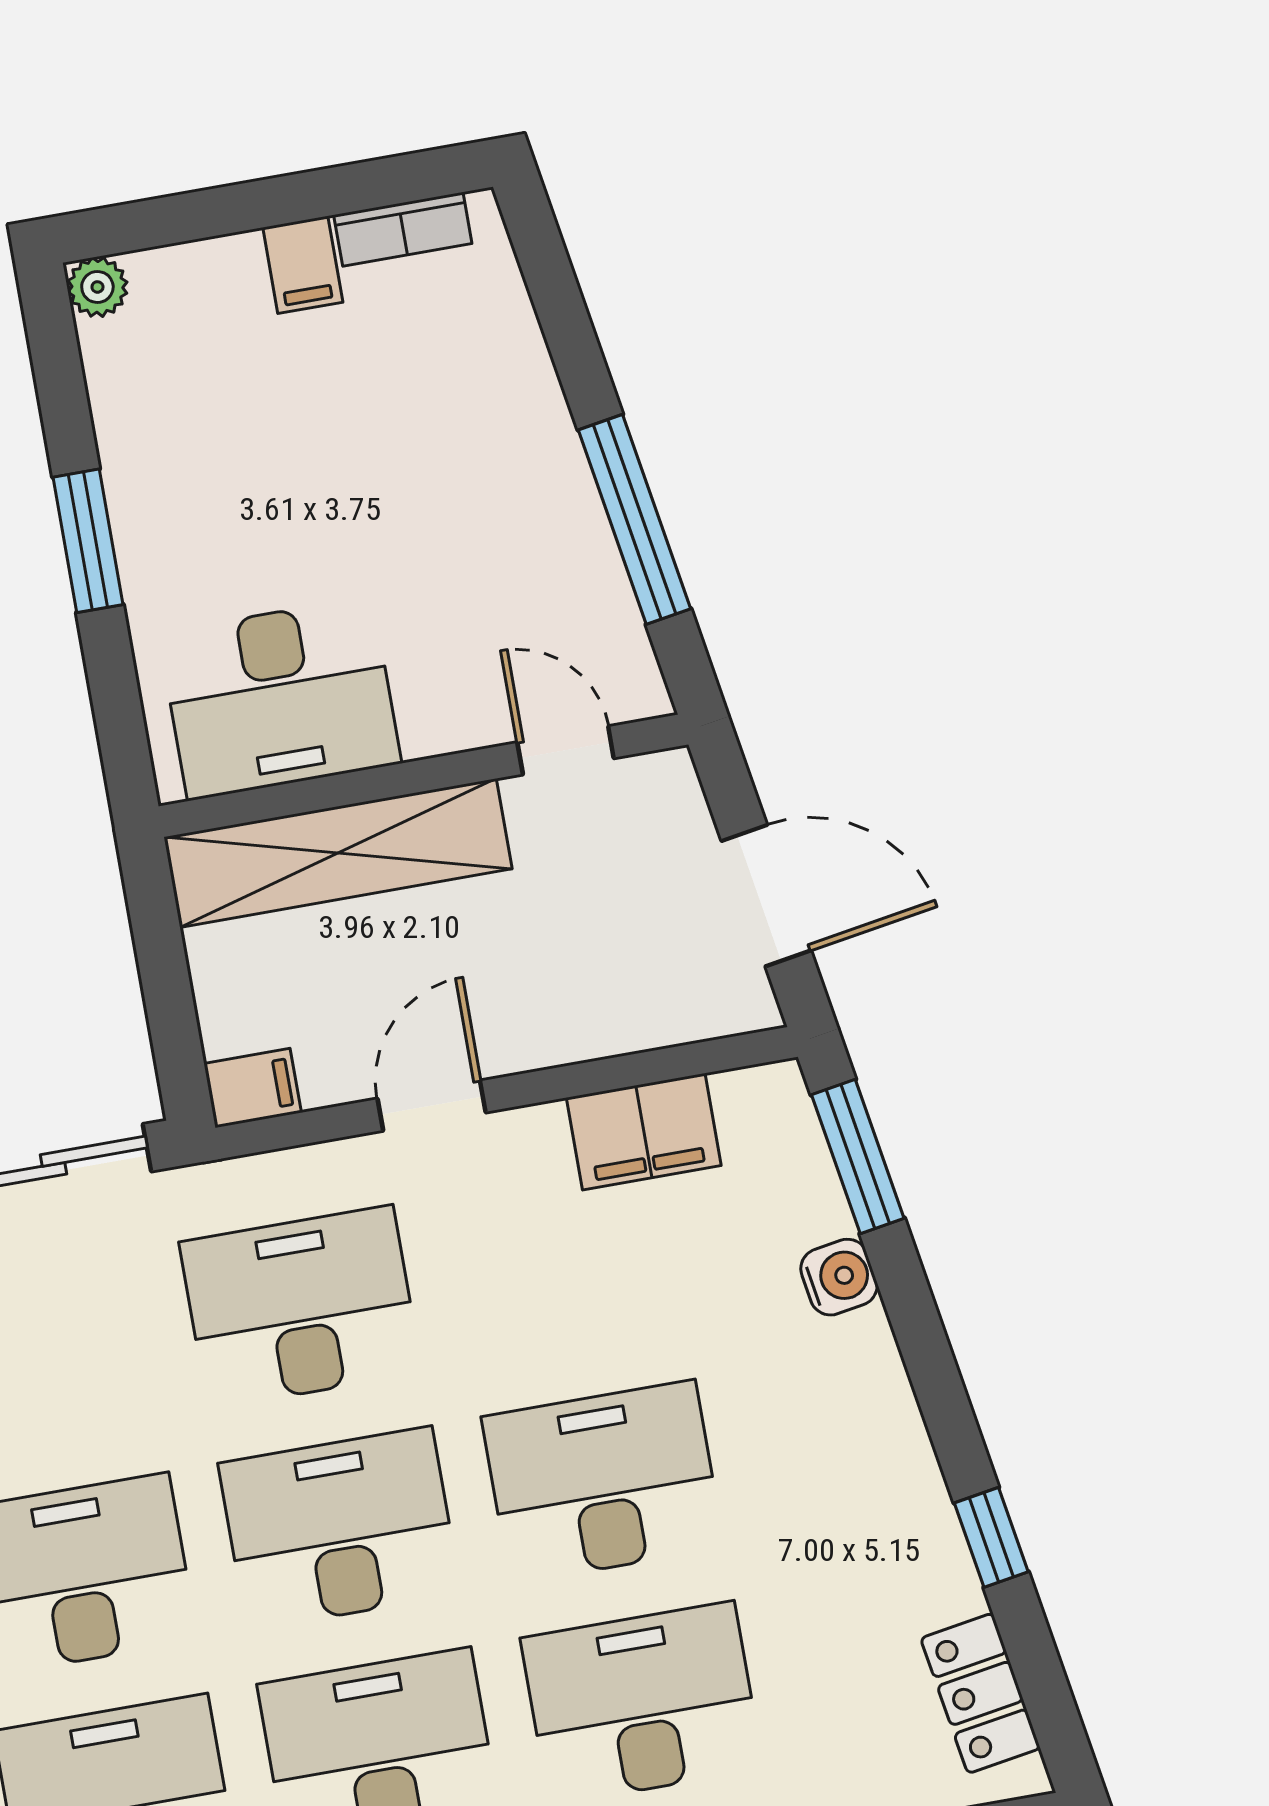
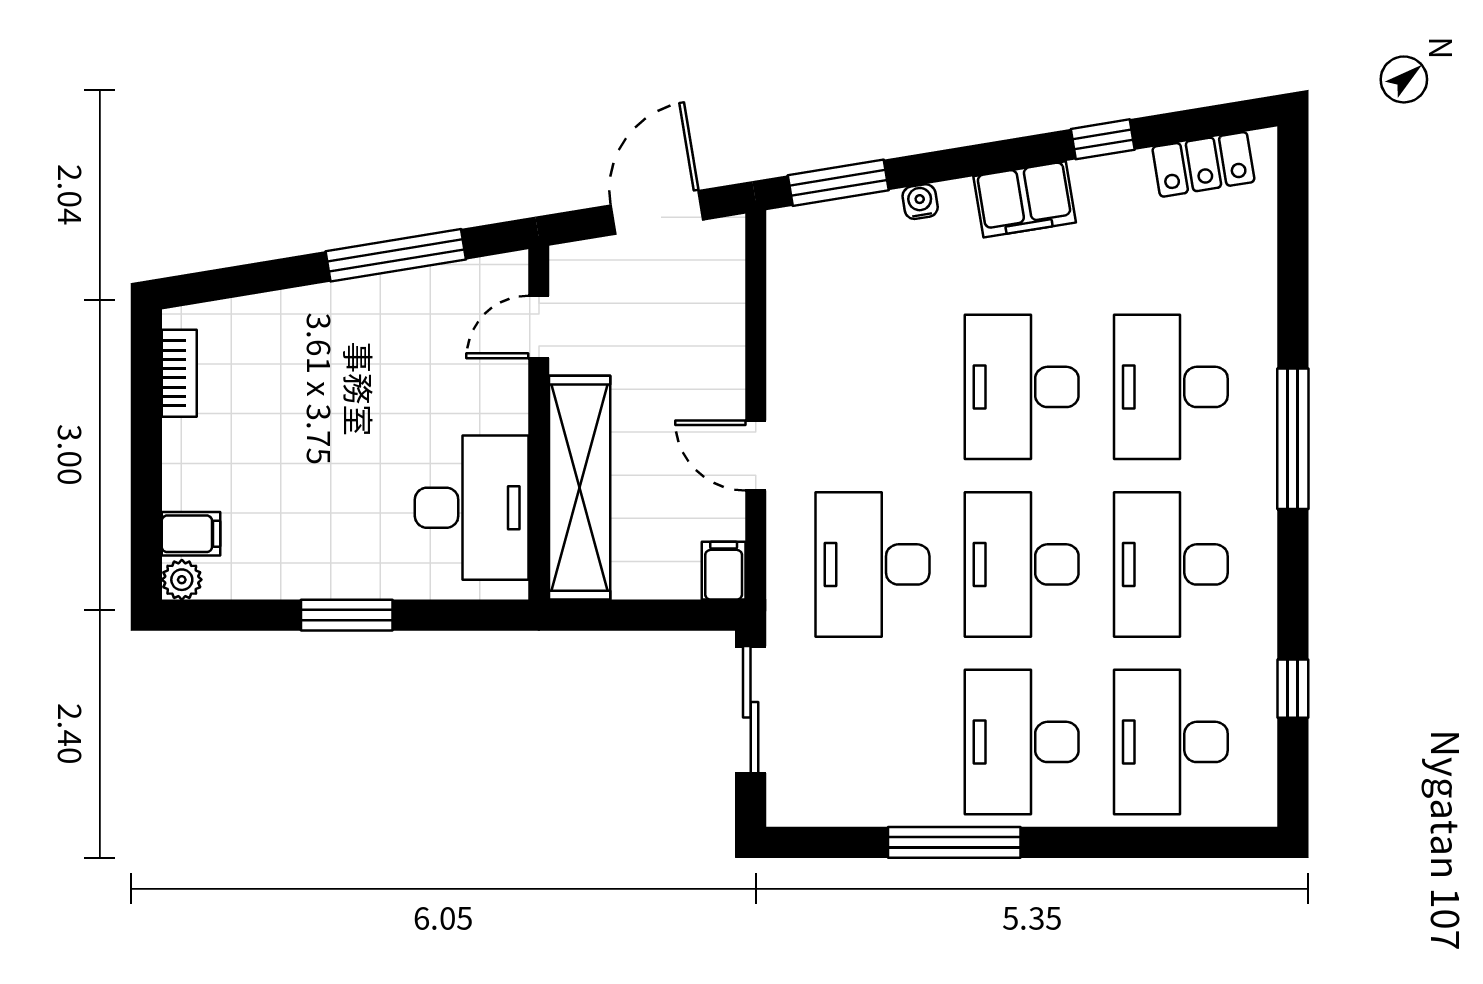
filing cabinet: (303, 265) -> (191, 534), moved
filing cabinet: (644, 1132) -> (1025, 199), moved, turned 81
water cooler: (839, 1277) -> (920, 202), width x0.72, depth x0.72

